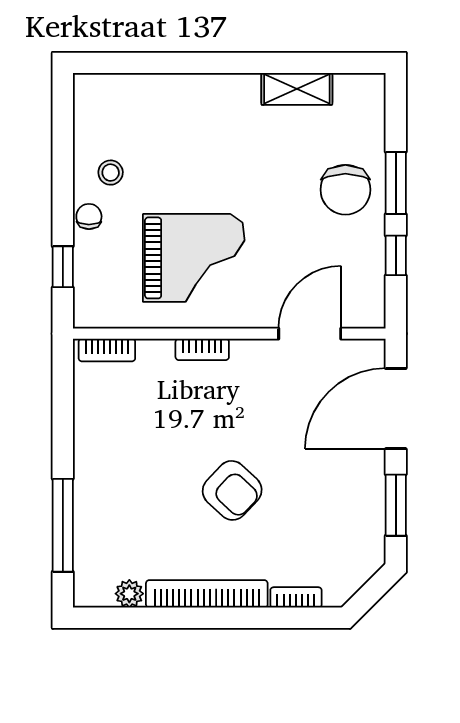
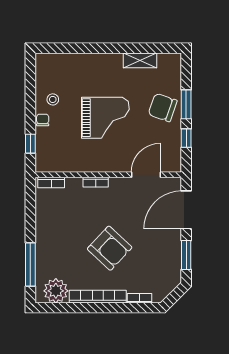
chair: (345, 190) -> (163, 107), turned 109
grand piano: (194, 258) -> (105, 118), moved
armchair: (232, 490) -> (110, 248), width x1.36, depth x1.36
plant: (129, 594) -> (56, 291), width x1.87, depth x1.87

